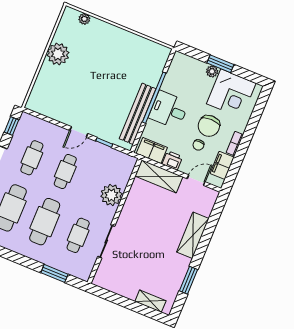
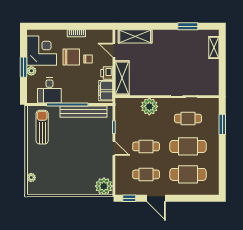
plant: (58, 54) -> (104, 186), moved
sun lounger: (139, 57) -> (42, 127), added
desk: (169, 110) -> (49, 90), moved
filing cabinet: (222, 165) -> (96, 36), removed
shelving: (193, 235) -> (135, 36), moved

